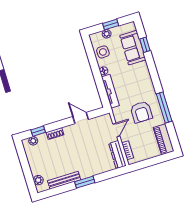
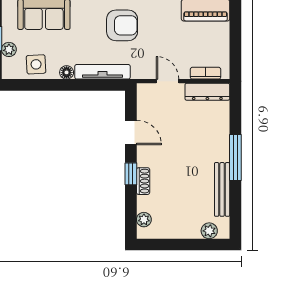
armchair: (141, 112) -> (122, 25), moved
door: (81, 118) -> (131, 133), swing flipped
window: (38, 131) -> (131, 174), moved
window: (85, 182) -> (235, 157), width x1.44

